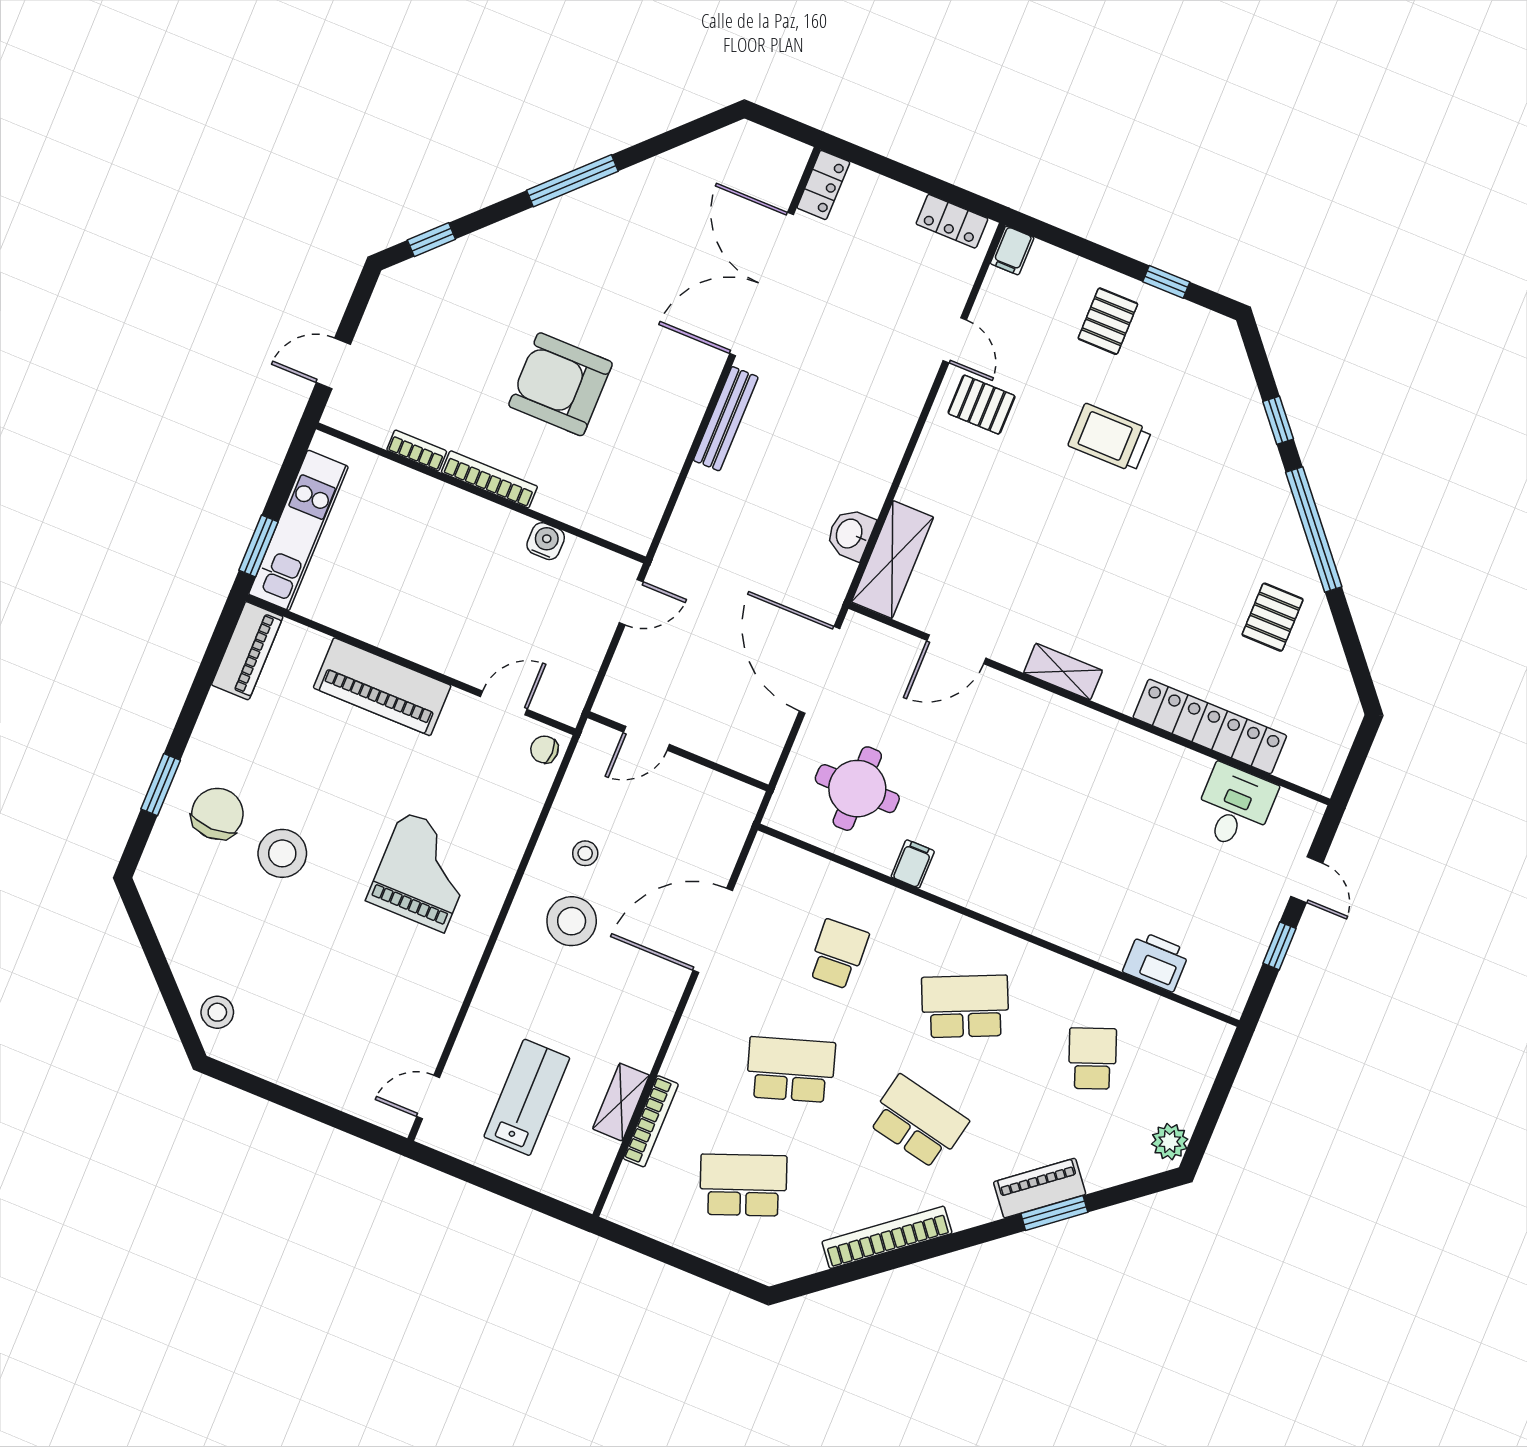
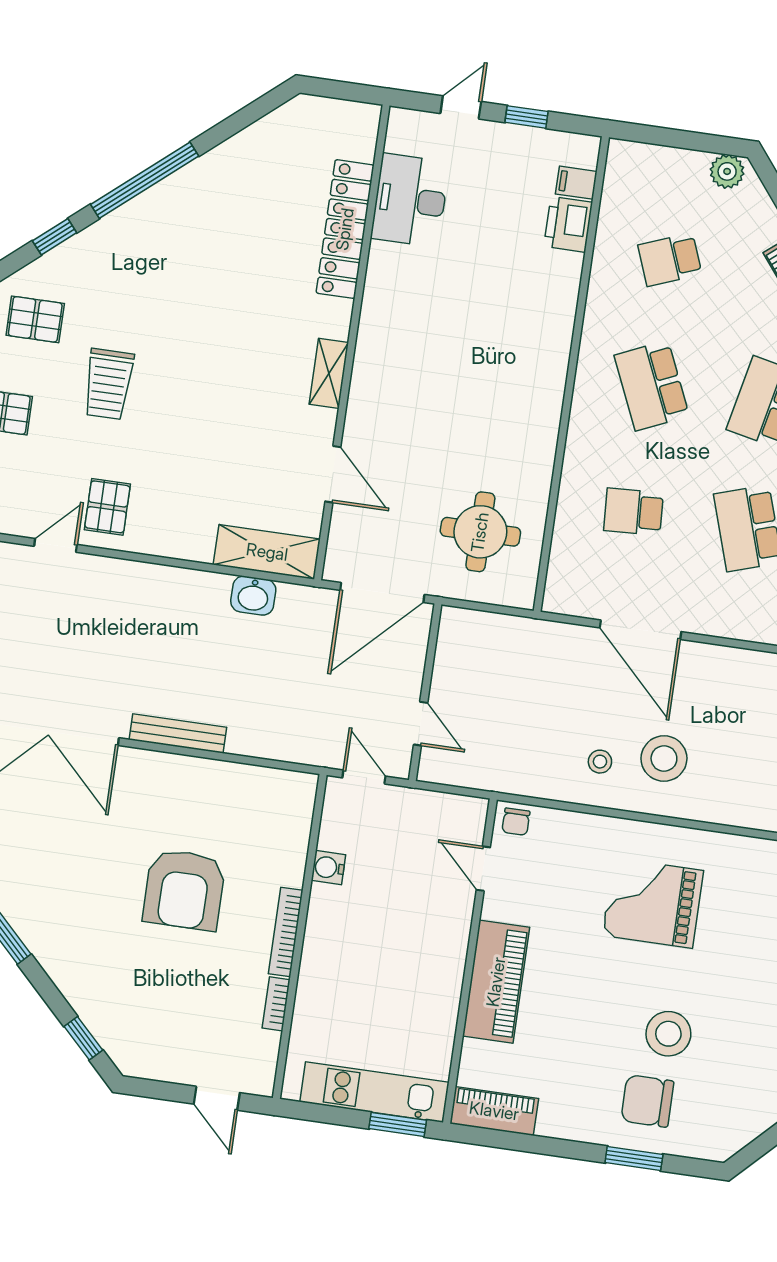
pallet: (1273, 617) -> (35, 319), moved
door: (646, 738) -> (421, 724), moved
wall: (678, 751) -> (425, 692), moved
desk: (1235, 807) -> (410, 200), width x1.37
filing cabinet: (913, 864) -> (576, 183), moved

